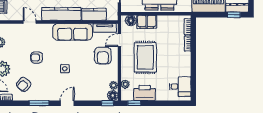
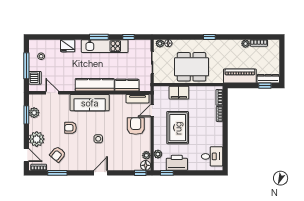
floor lamp: (131, 21) -> (163, 91), removed
door: (30, 22) -> (52, 93), moved
sofa: (73, 32) -> (90, 103), moved
armchair: (103, 56) -> (136, 126), turned 180
window: (39, 103) -> (57, 173), moved

